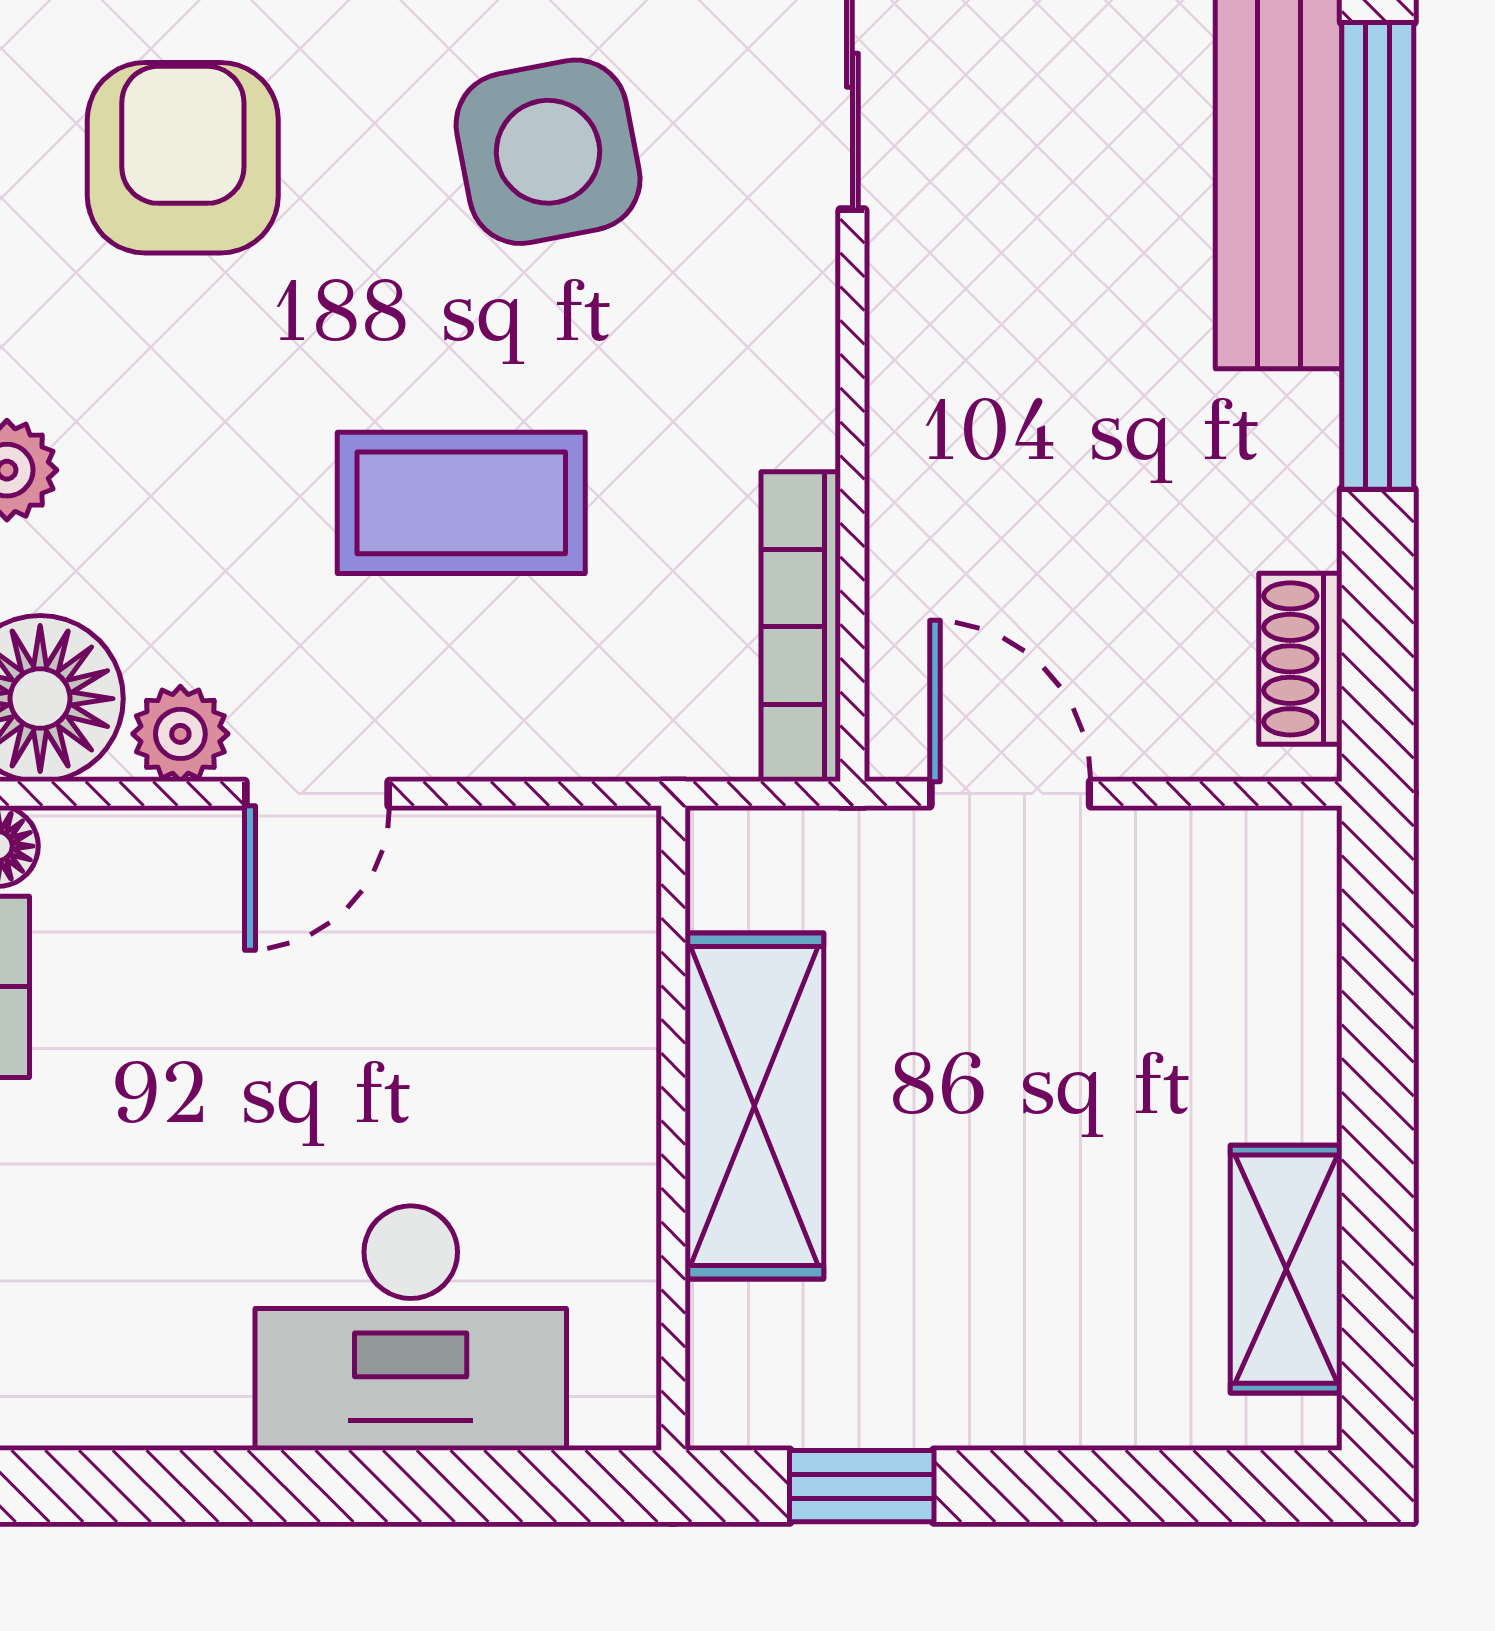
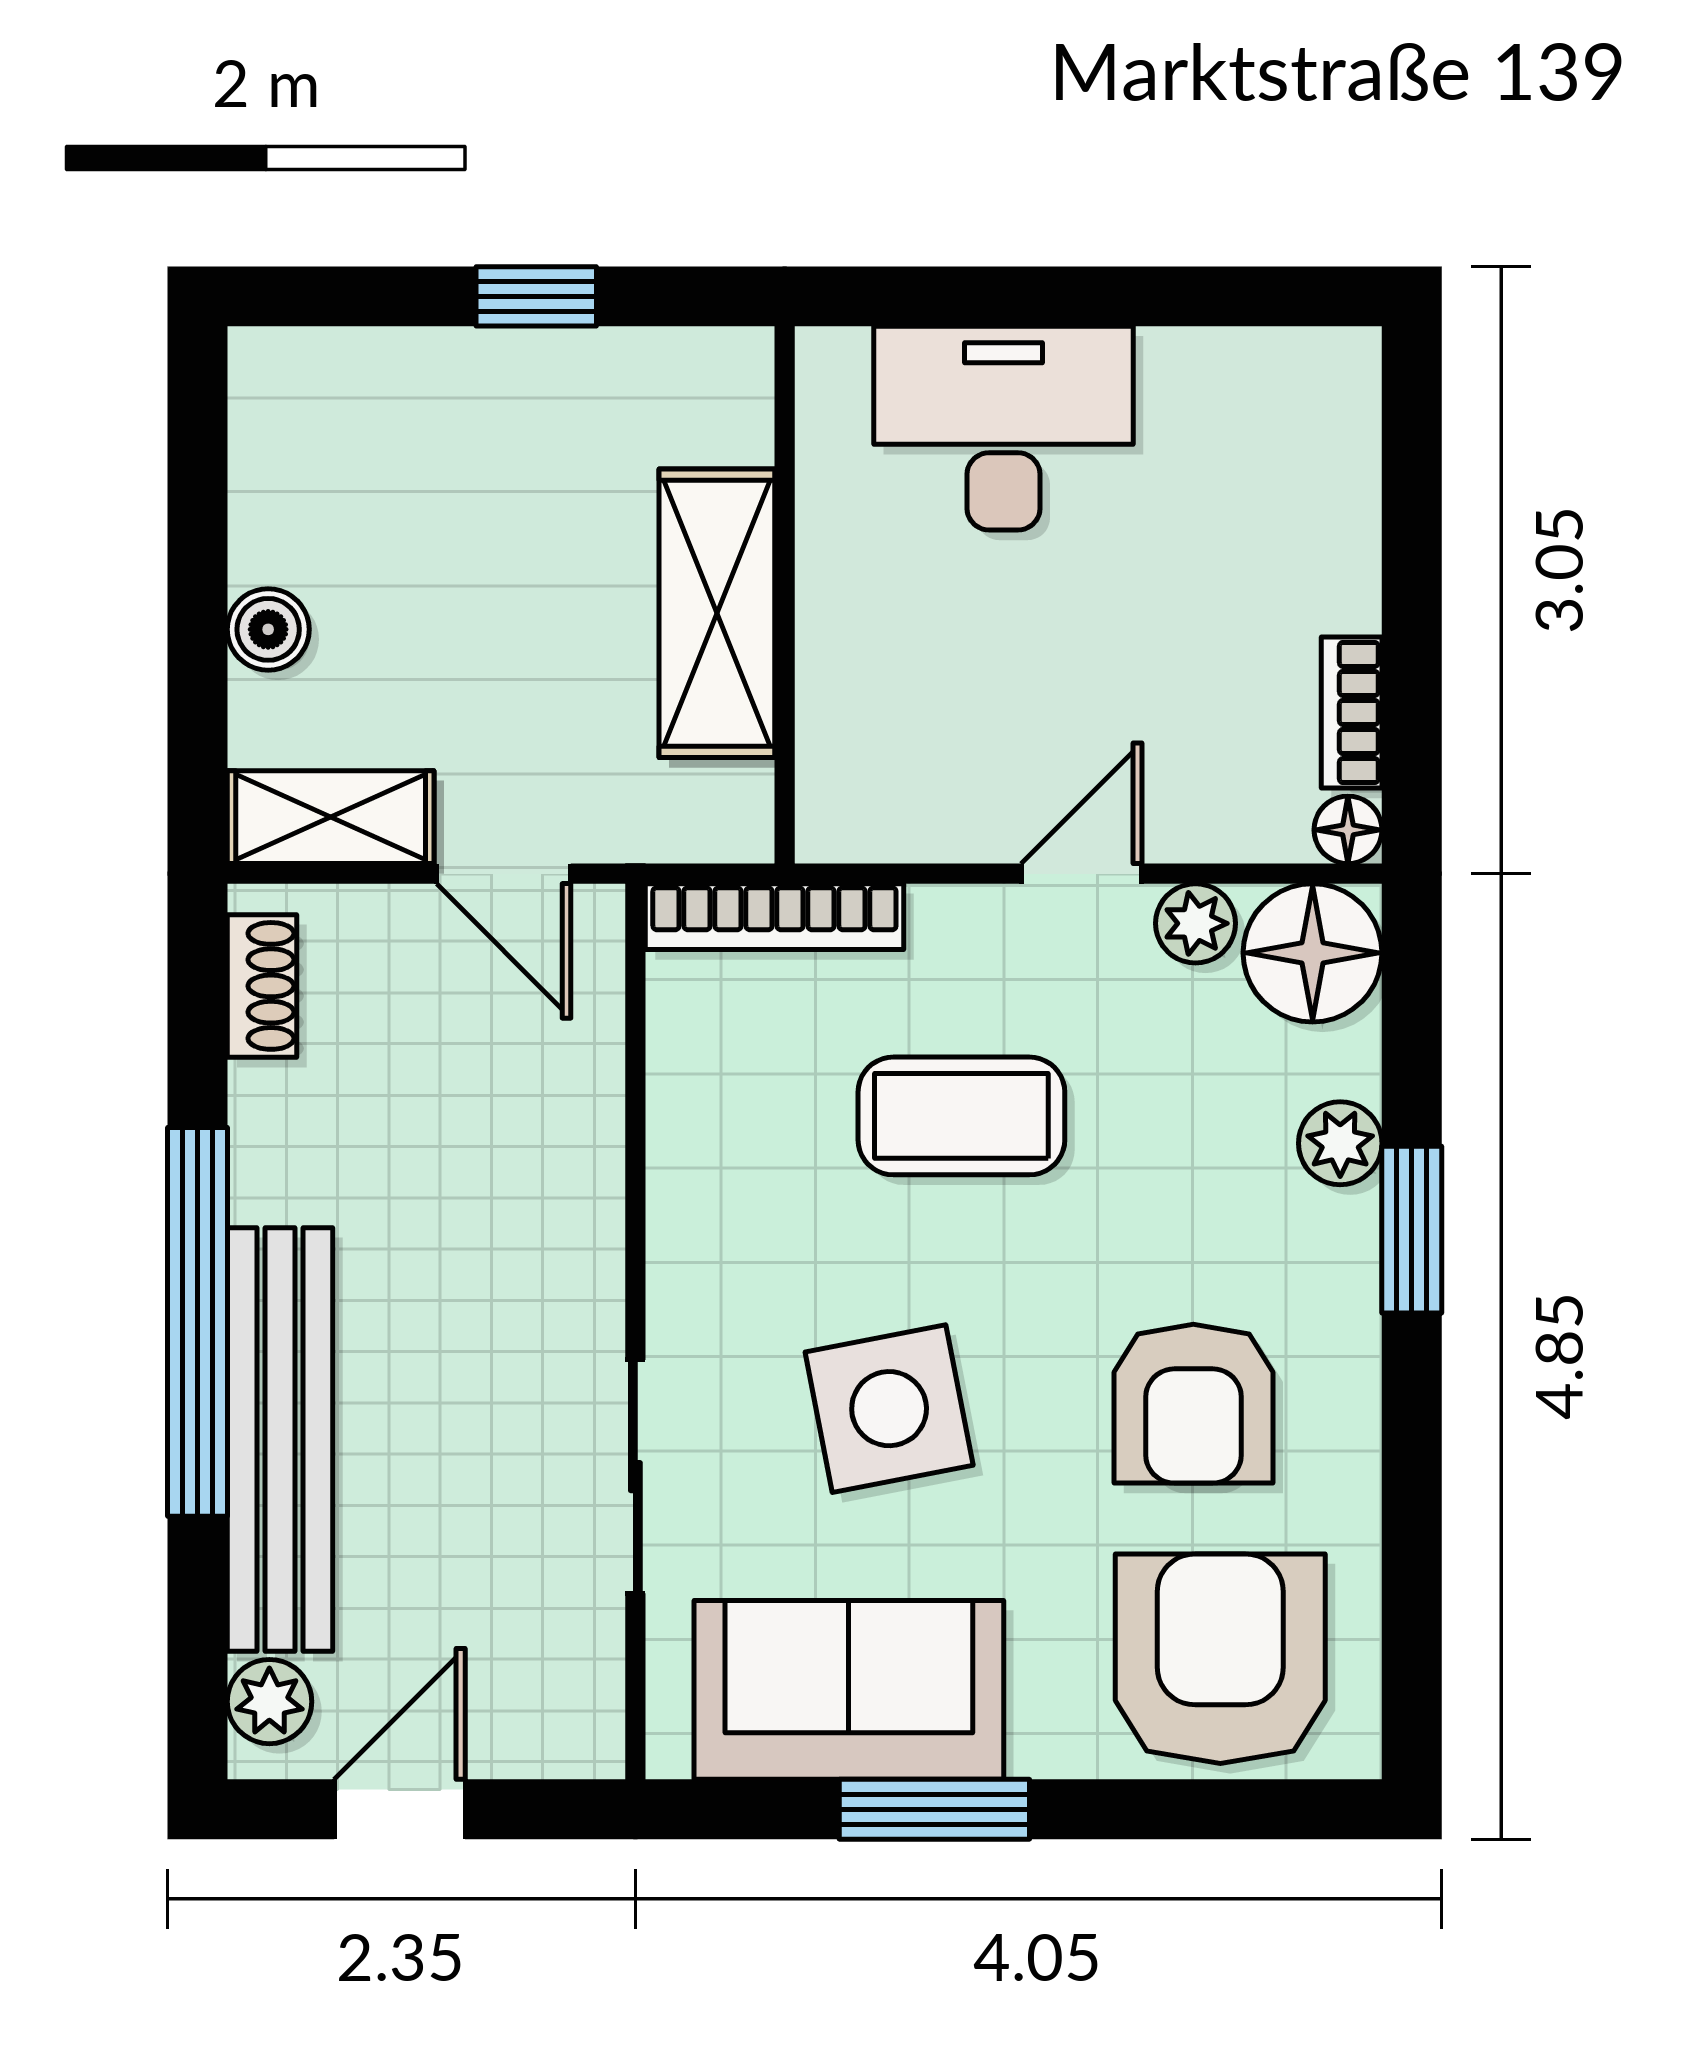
bookcase: (801, 627) -> (774, 917), moved, turned 90
boiler: (1293, 1087) -> (268, 629), added
shelving: (1286, 1269) -> (331, 817), moved, turned 90
window: (862, 1486) -> (536, 296), moved

